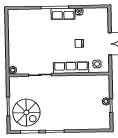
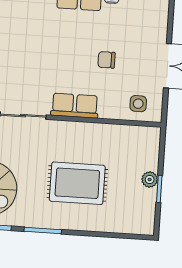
row of seats: (71, 68) -> (75, 106), width x0.68
rug: (70, 106) -> (77, 183), added

